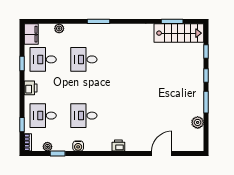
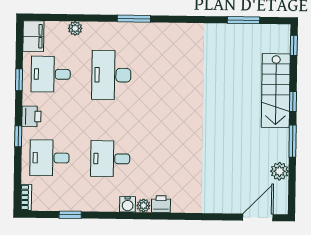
stairs: (179, 33) -> (276, 91), moved, turned 90
window: (206, 52) -> (294, 45), moved
desk: (84, 59) -> (111, 75), width x1.37
window: (22, 125) -> (18, 136), moved
water cooler: (78, 146) -> (128, 204), moved
plant: (47, 147) -> (143, 206), moved
door: (162, 154) -> (258, 217), moved

